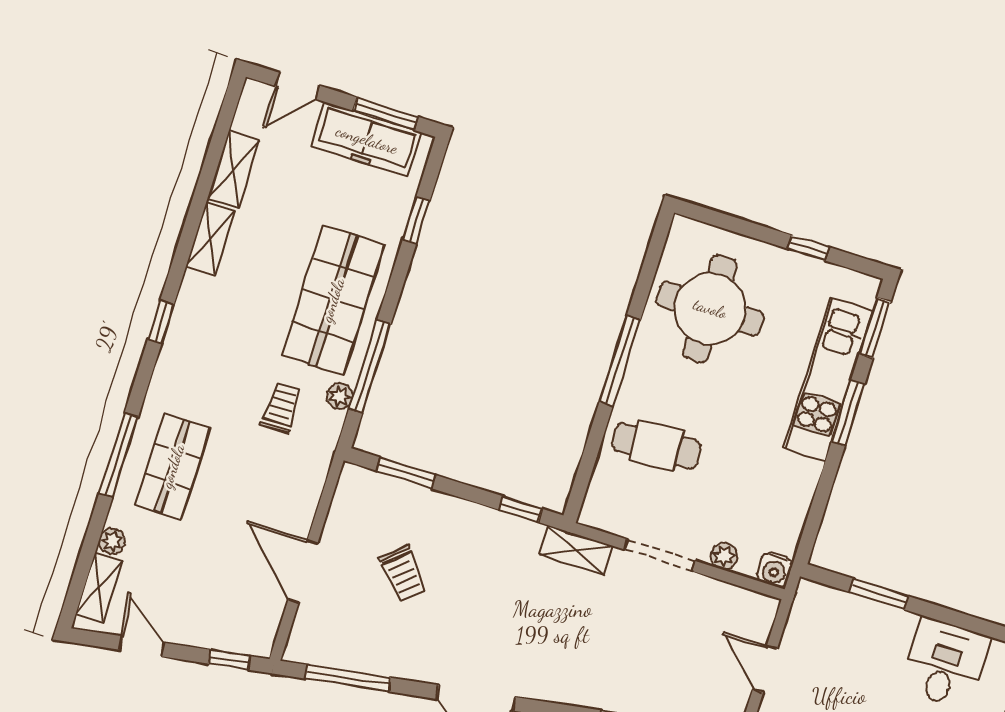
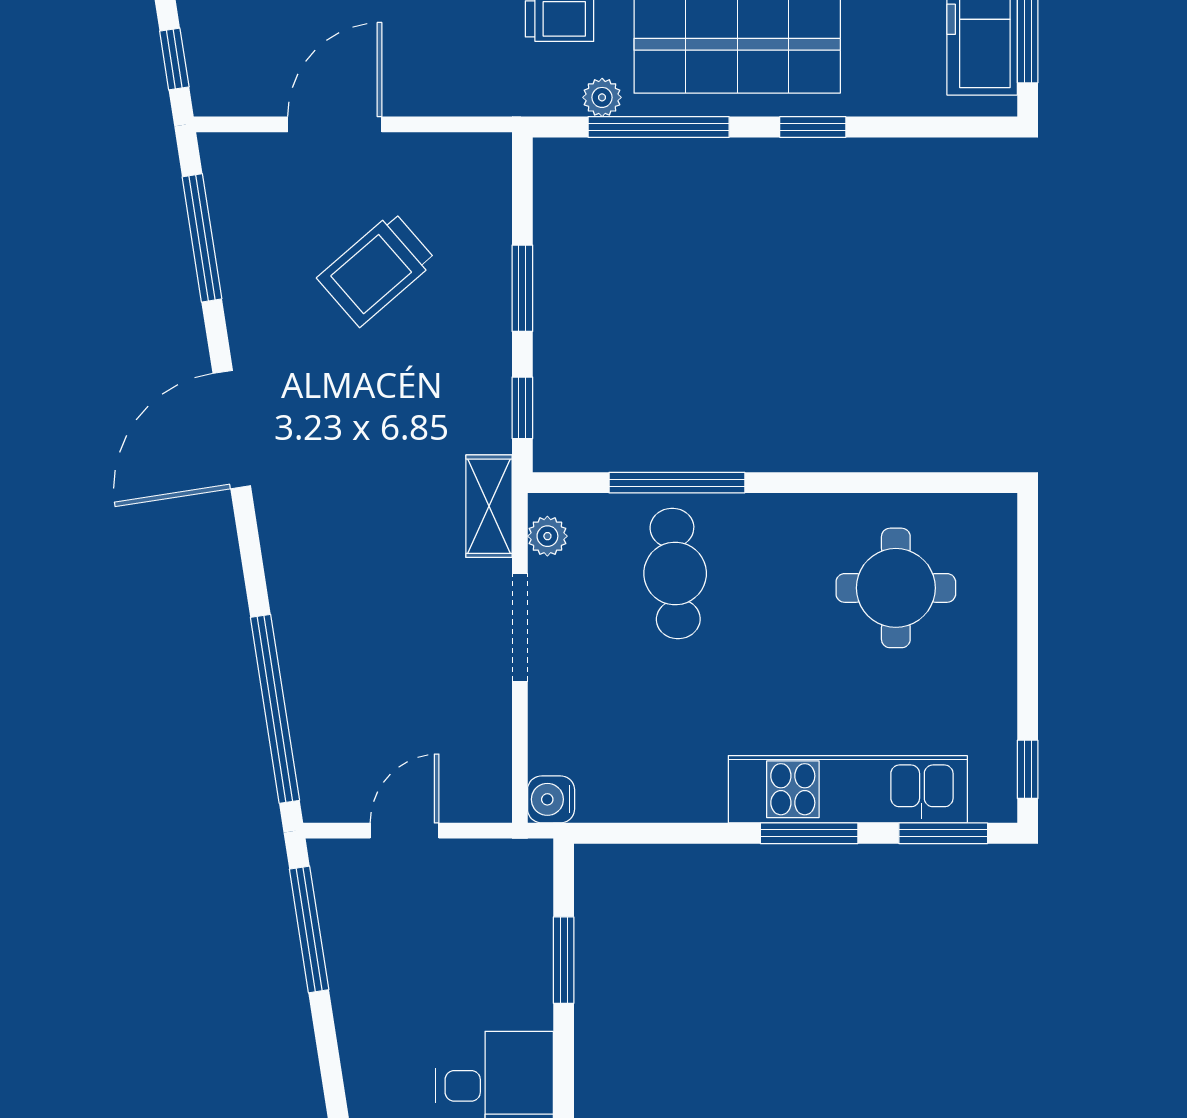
window: (416, 220) -> (813, 127), moved
window: (808, 248) -> (1028, 769), moved
round table: (710, 309) -> (896, 588), width x0.73, depth x0.73
window: (620, 361) -> (677, 483), moved
window: (406, 473) -> (522, 288), moved
plant: (724, 556) -> (547, 536), moved
trolley: (403, 574) -> (377, 269), width x1.36, depth x1.39

